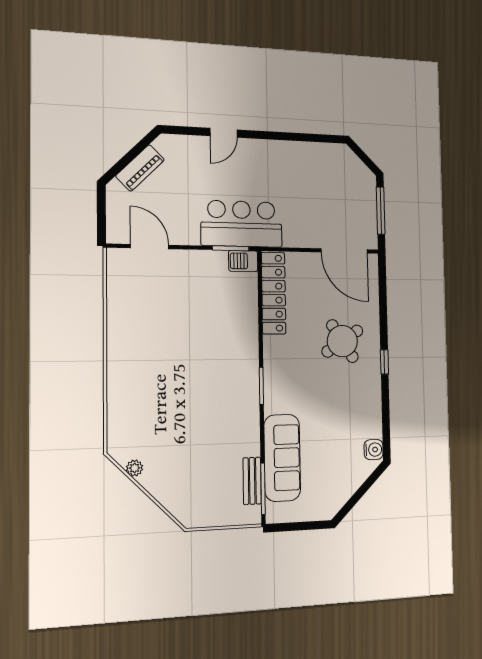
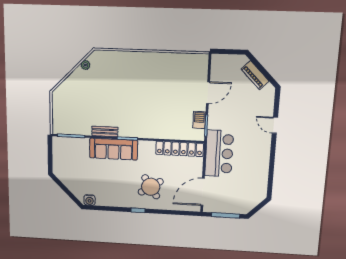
bar counter: (242, 224) -> (219, 154), moved
door: (150, 247) -> (208, 93), moved
barbecue: (243, 261) -> (199, 120), moved
sofa: (282, 458) -> (113, 149), moved
bench: (252, 481) -> (105, 131), moved

